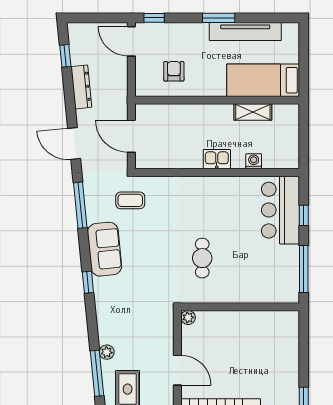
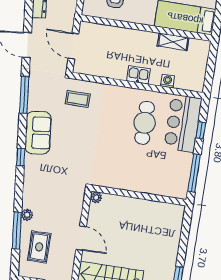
coffee table: (130, 200) -> (78, 99), moved
cafe table: (202, 258) -> (145, 123), moved, width x1.37, depth x1.35

